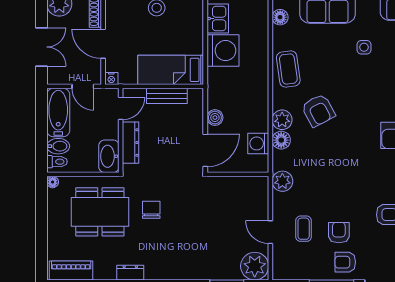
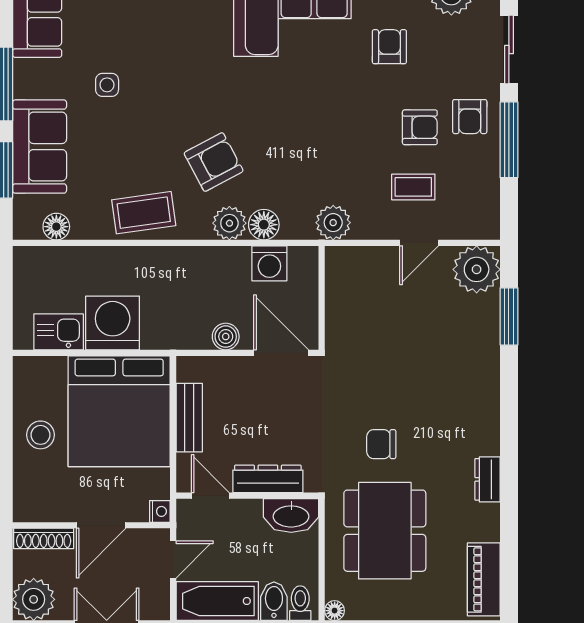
bed: (171, 70) -> (119, 411), width x2.04
armchair: (339, 233) -> (420, 127), turned 180

